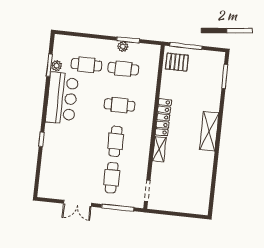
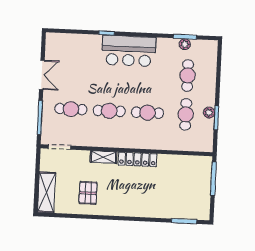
pallet: (177, 62) -> (88, 193), moved
bar counter: (62, 98) -> (129, 51), moved
cafe table: (119, 105) -> (147, 113), turned 90
shelving: (209, 131) -> (46, 192), moved, turned 90
double door: (77, 203) -> (42, 75), swing flipped

